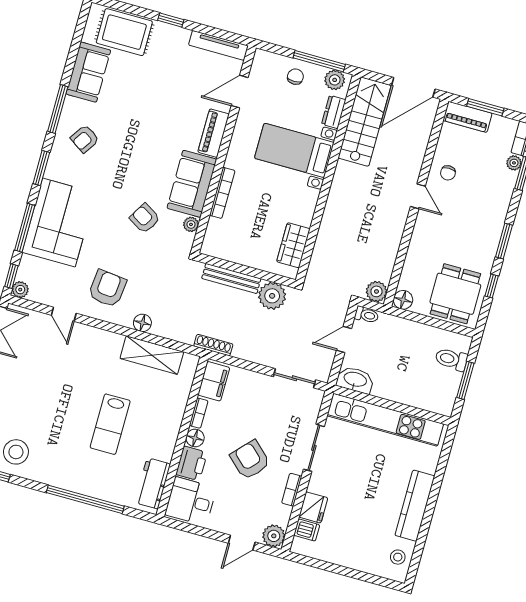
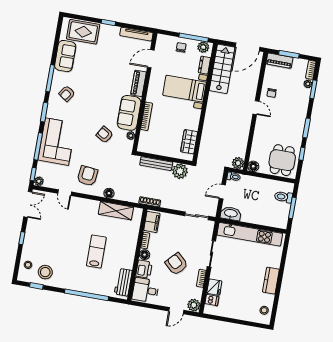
lab bench: (110, 424) -> (96, 251), turned 180
kitchen counter: (415, 506) -> (271, 281), width x0.67

